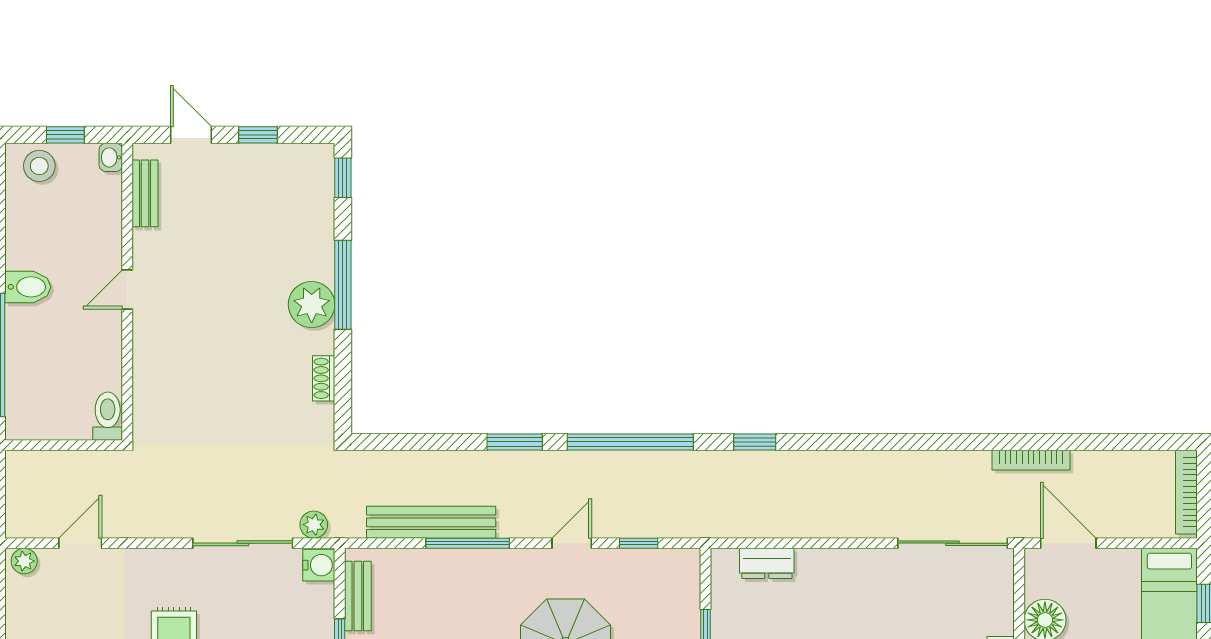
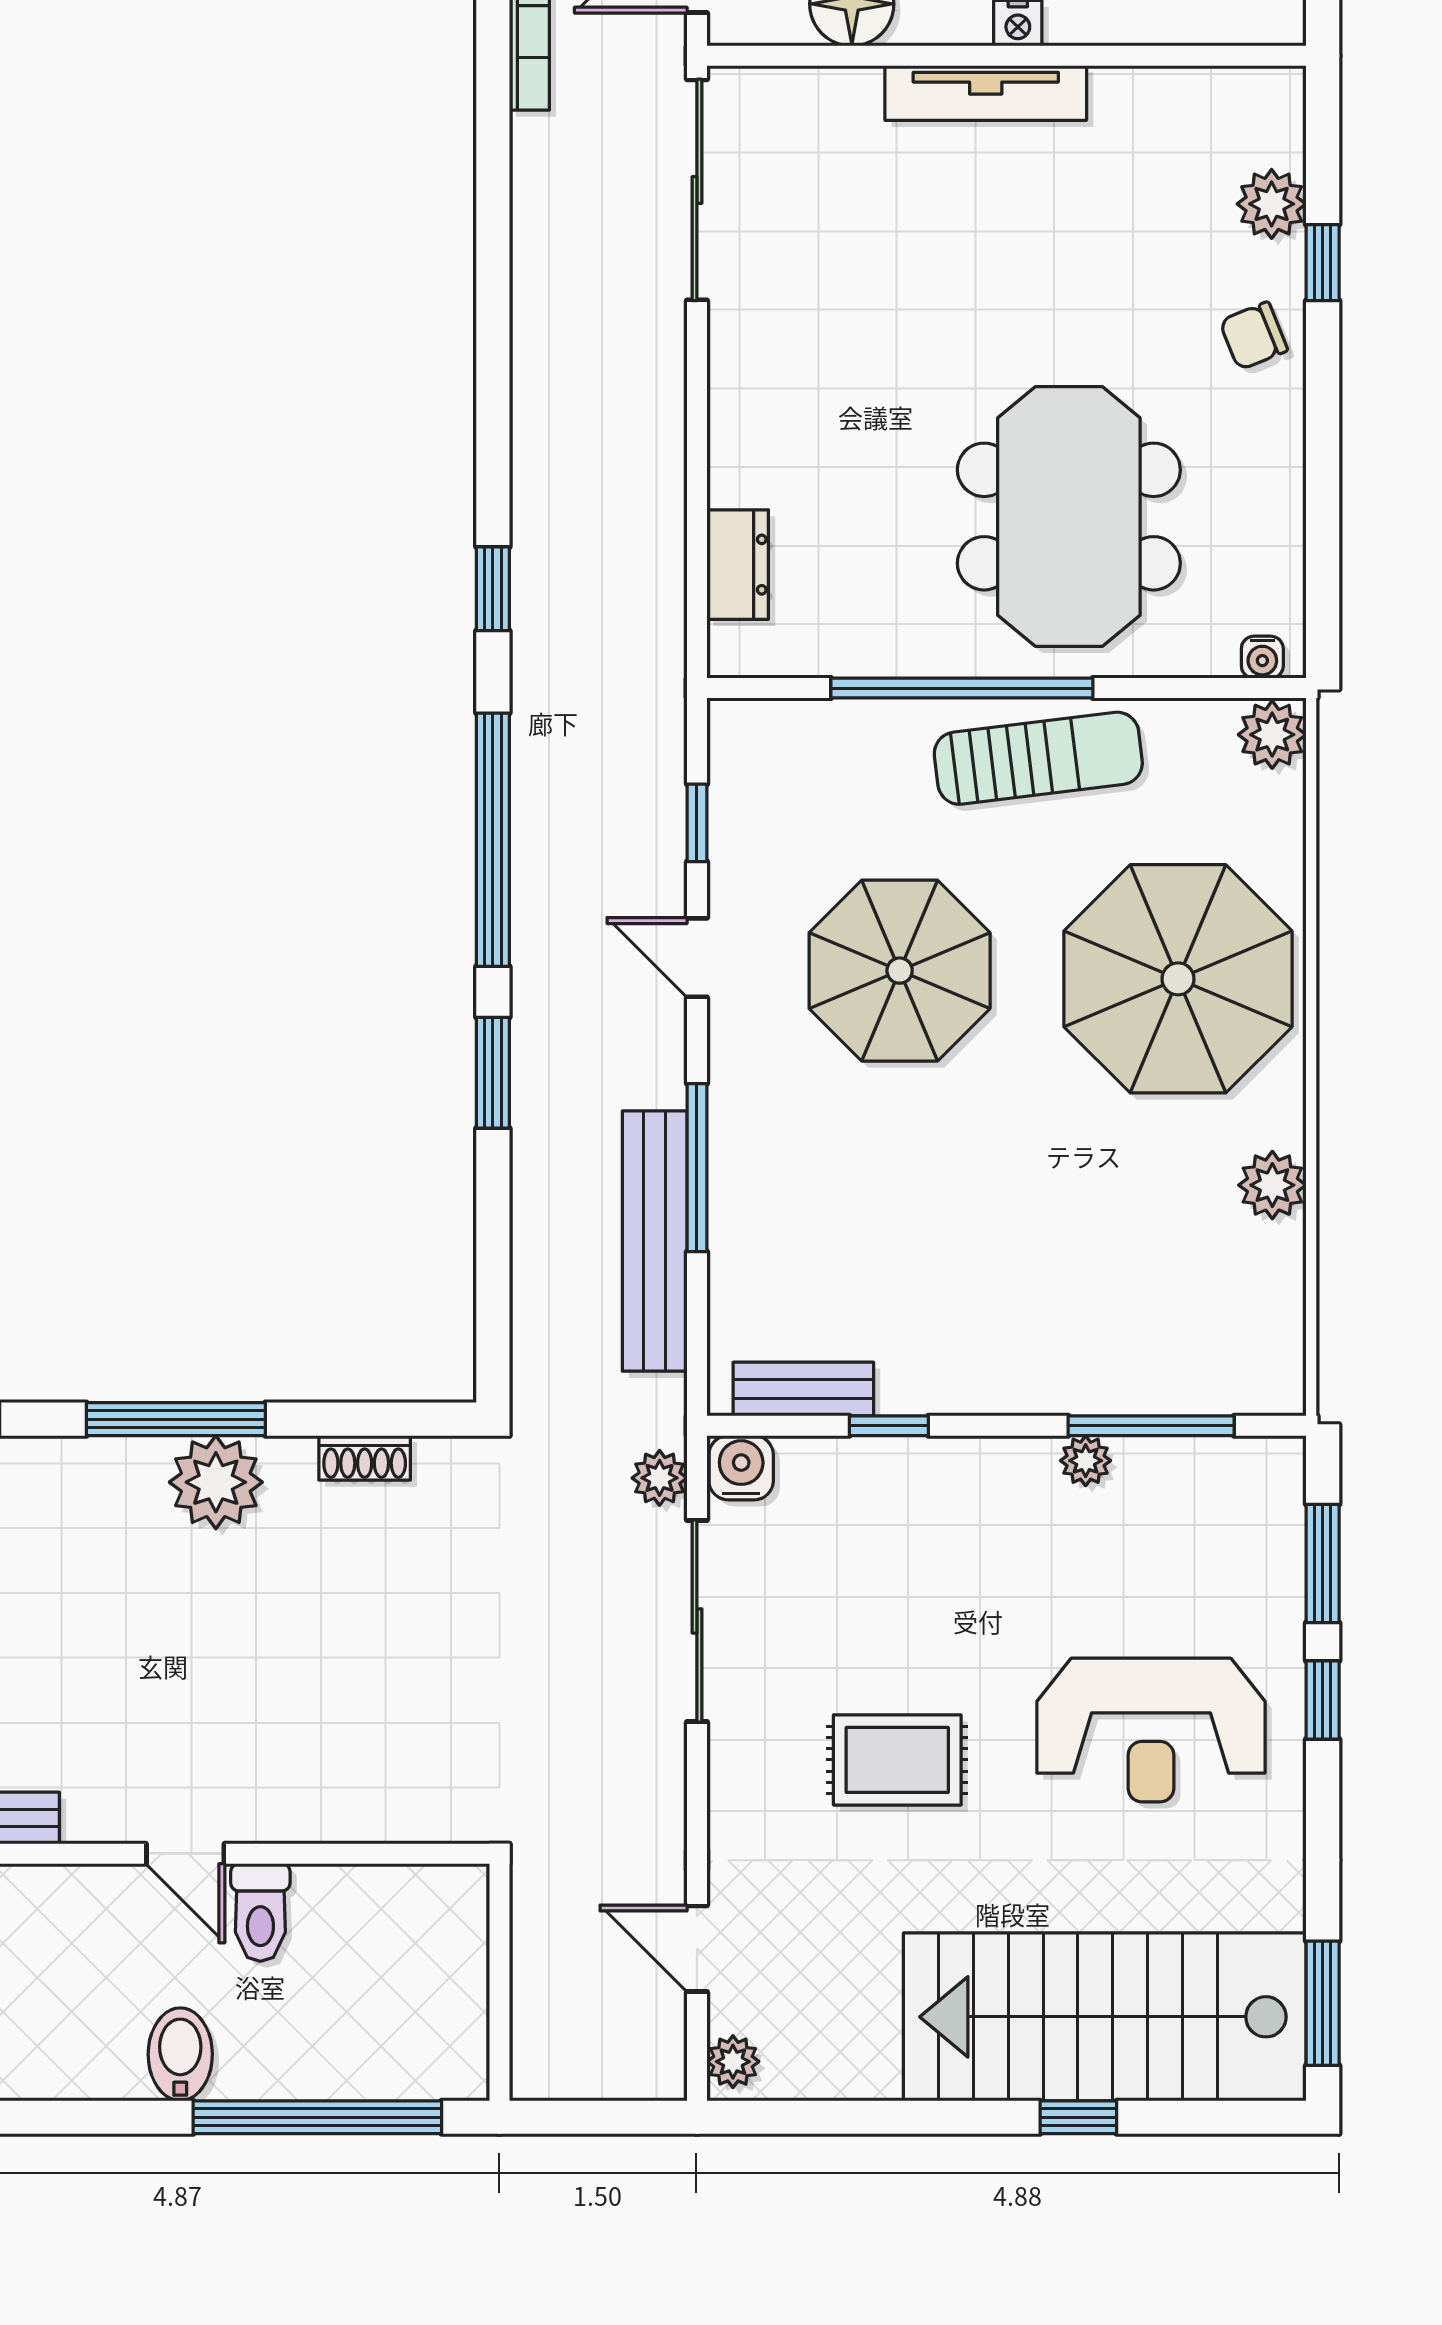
toilet: (108, 416) -> (260, 1912), moved, turned -90

